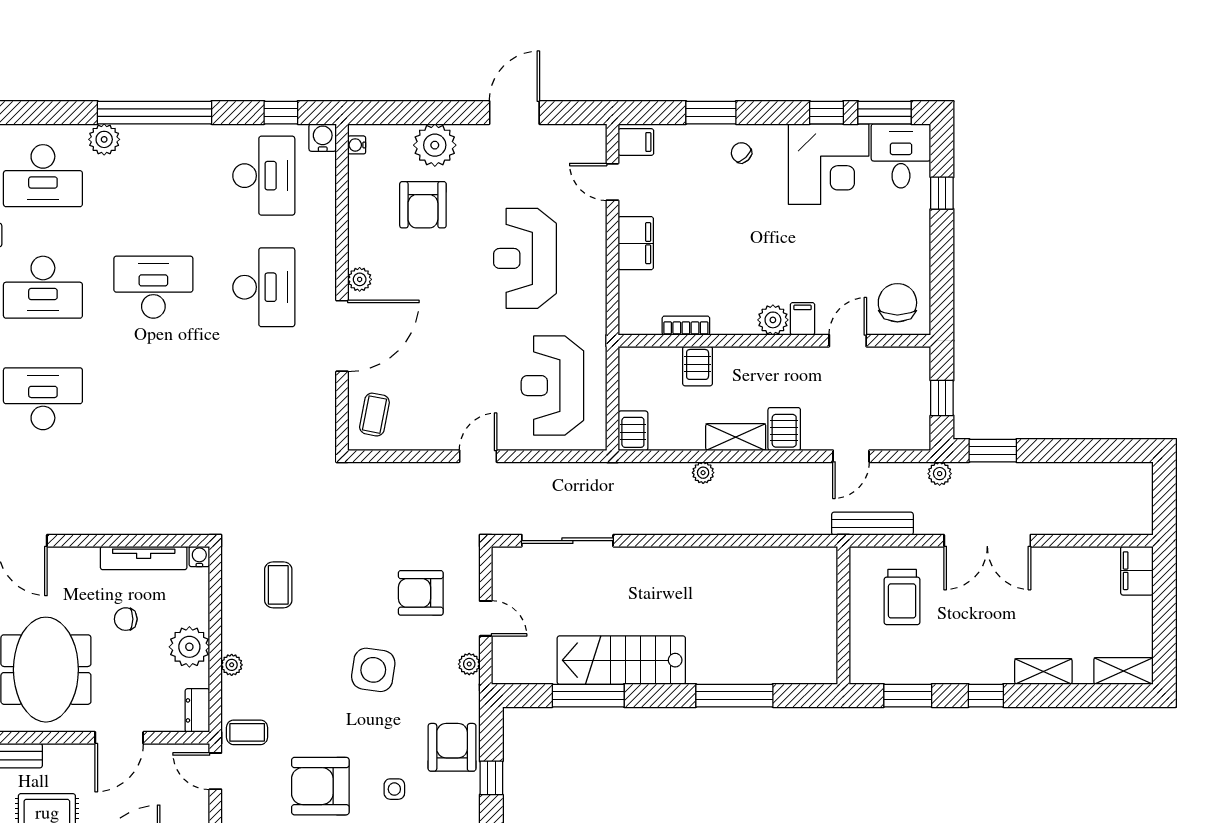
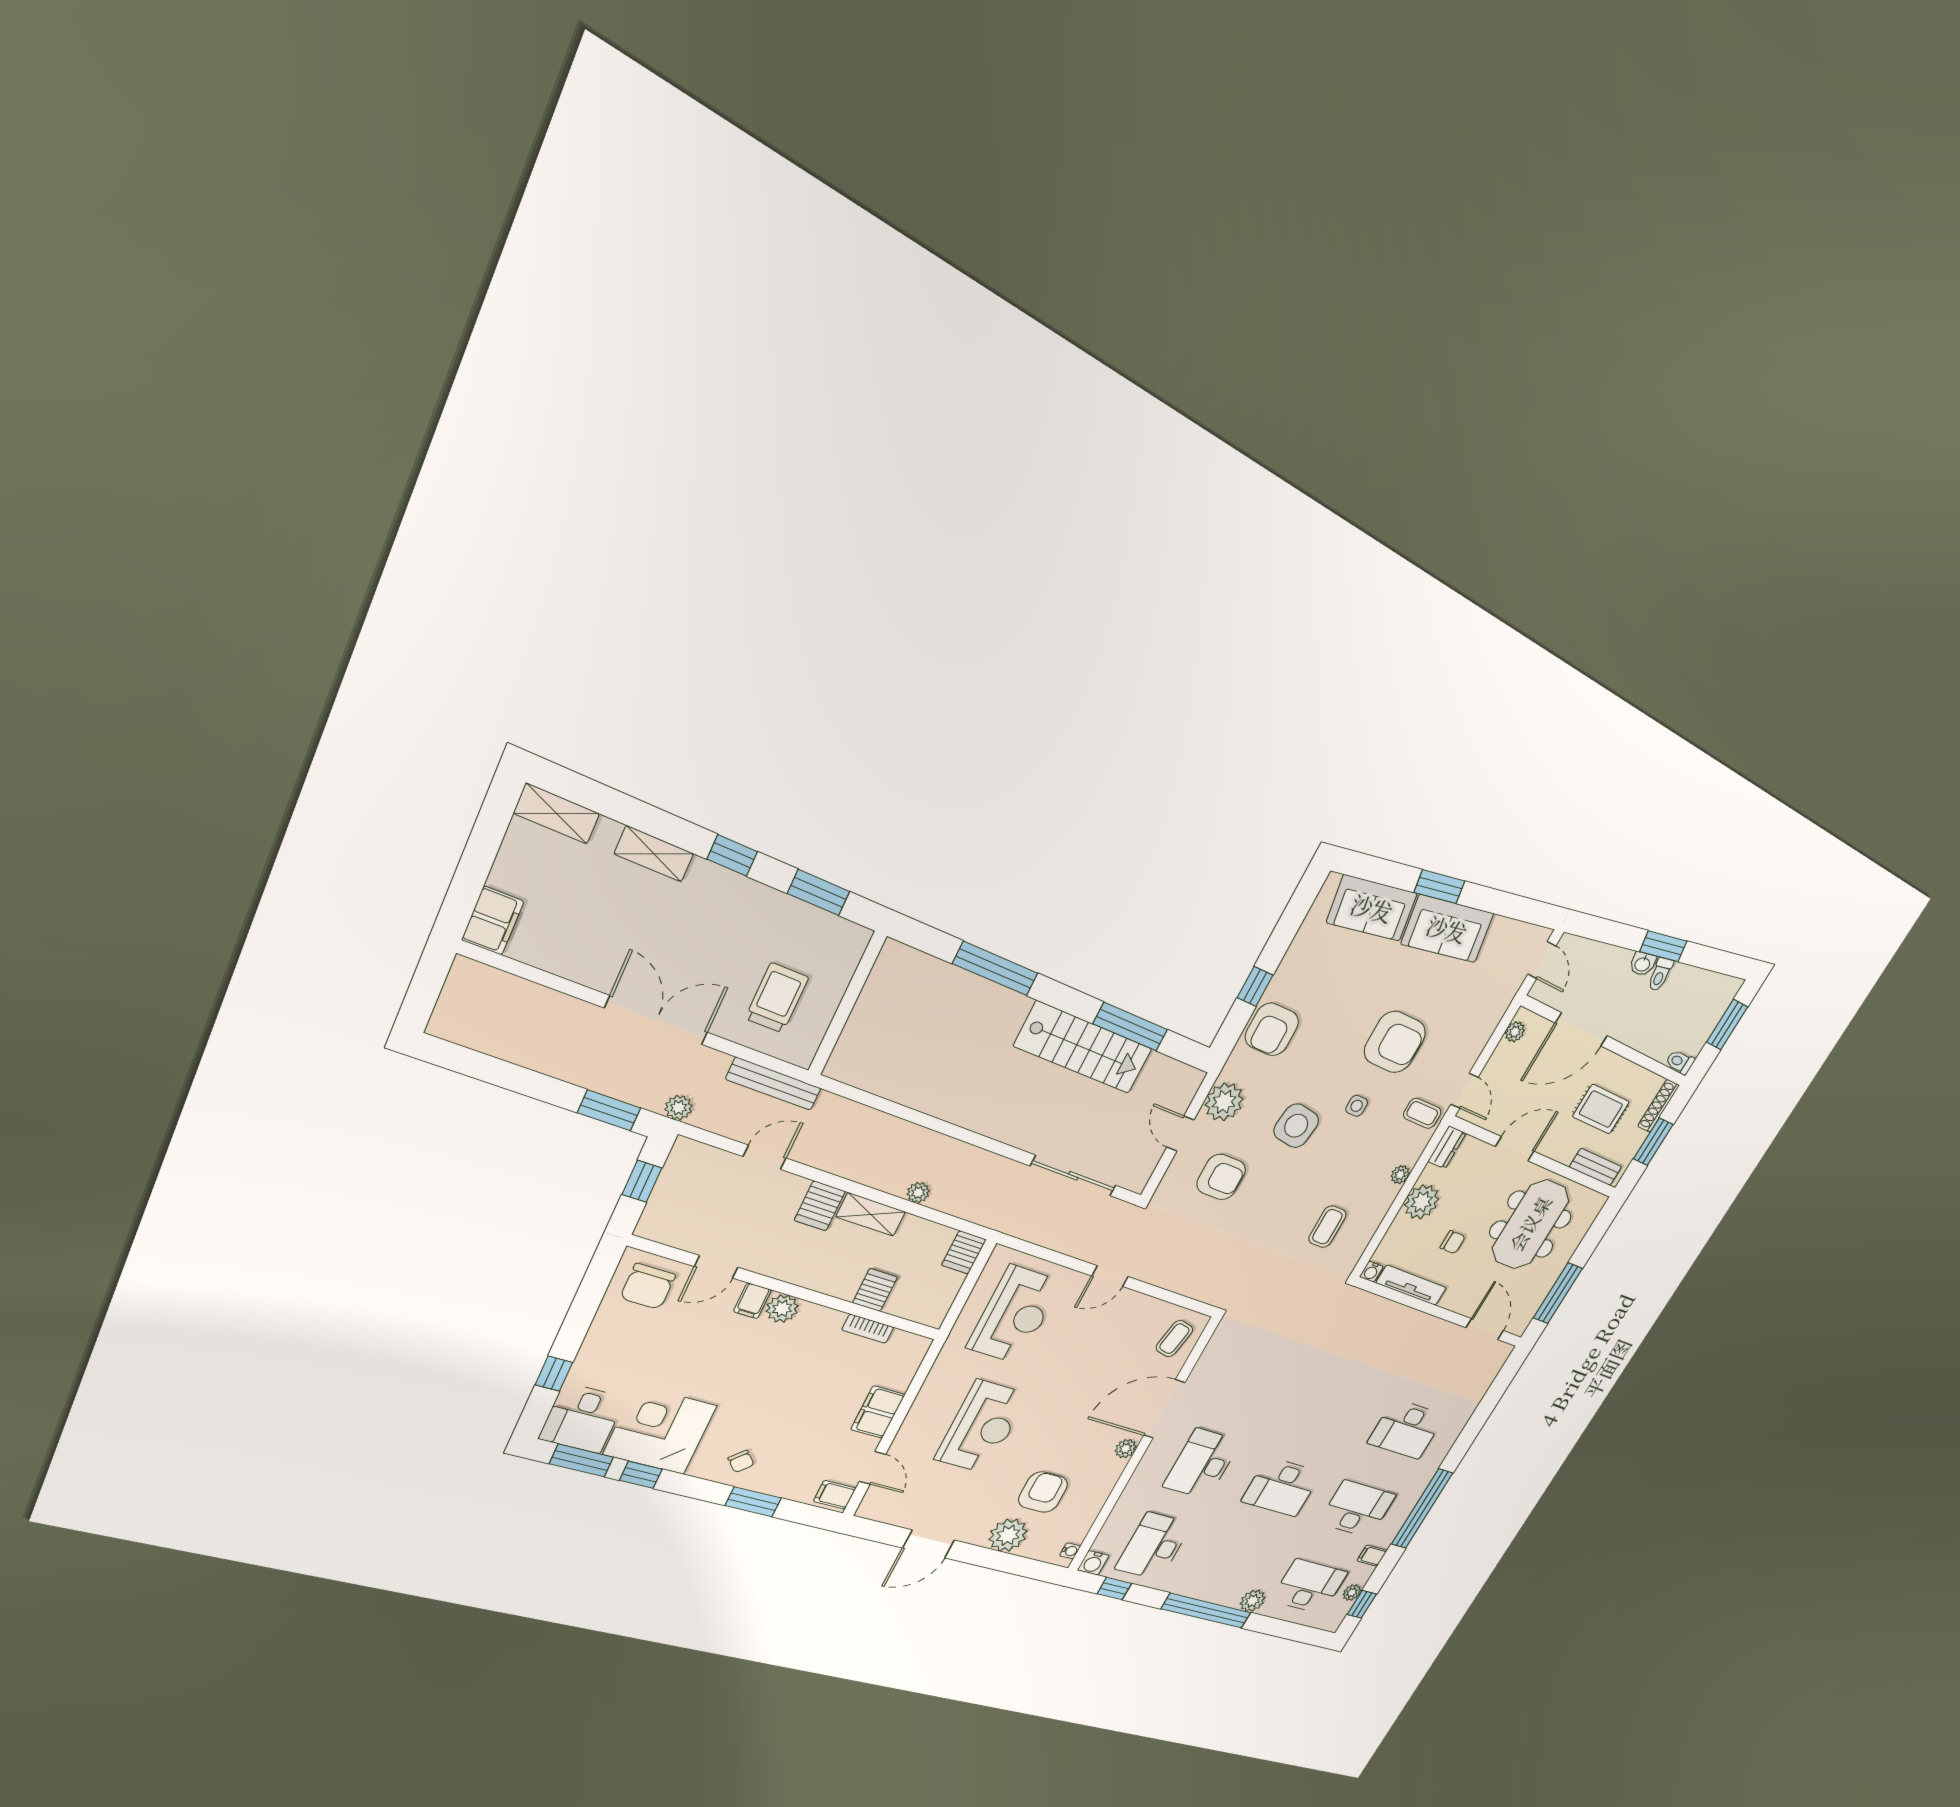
plant: (469, 664) -> (1224, 1102), width x1.88, depth x1.88
side table: (394, 789) -> (1357, 1106), moved

